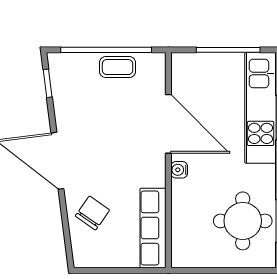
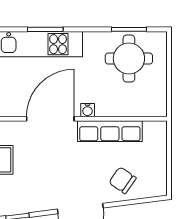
row of seats: (153, 228) -> (110, 131), moved

